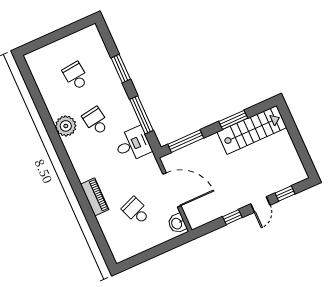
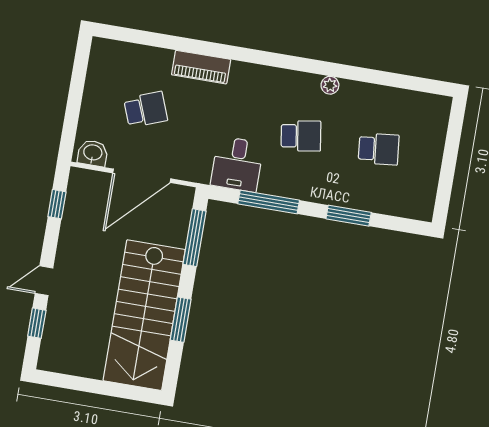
plant: (66, 126) -> (330, 85), width x0.53, depth x0.53
stairs: (252, 130) -> (144, 315), width x1.36, depth x1.51
door: (260, 205) -> (44, 281), hinge flipped
window: (232, 217) -> (57, 204), moved

